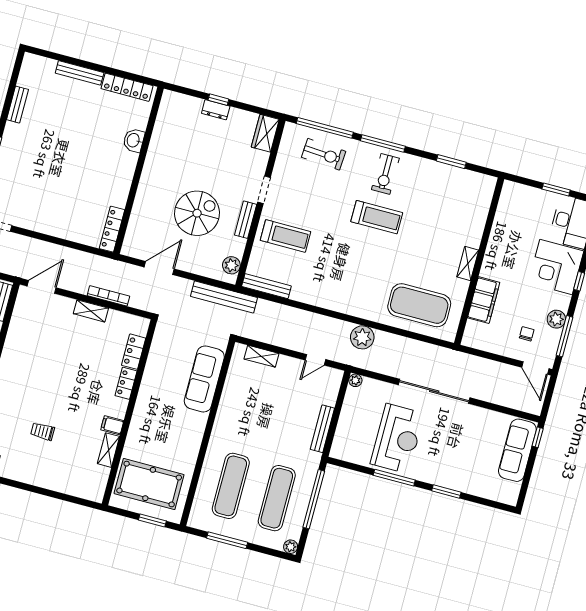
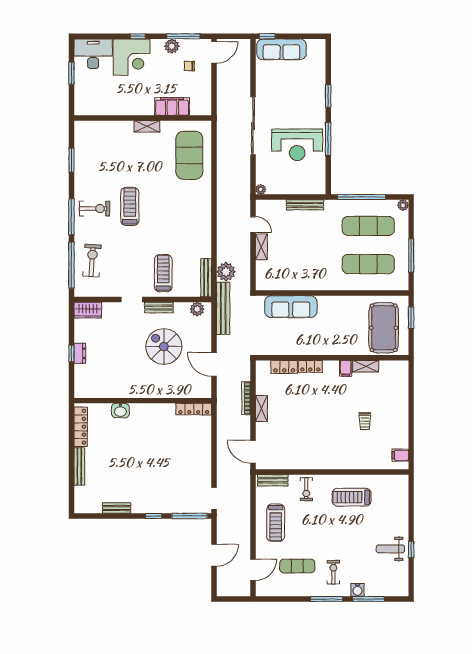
plant: (362, 337) -> (226, 272), moved
shelving: (261, 356) -> (261, 247), moved
reception desk: (397, 438) -> (297, 145), turned 180

